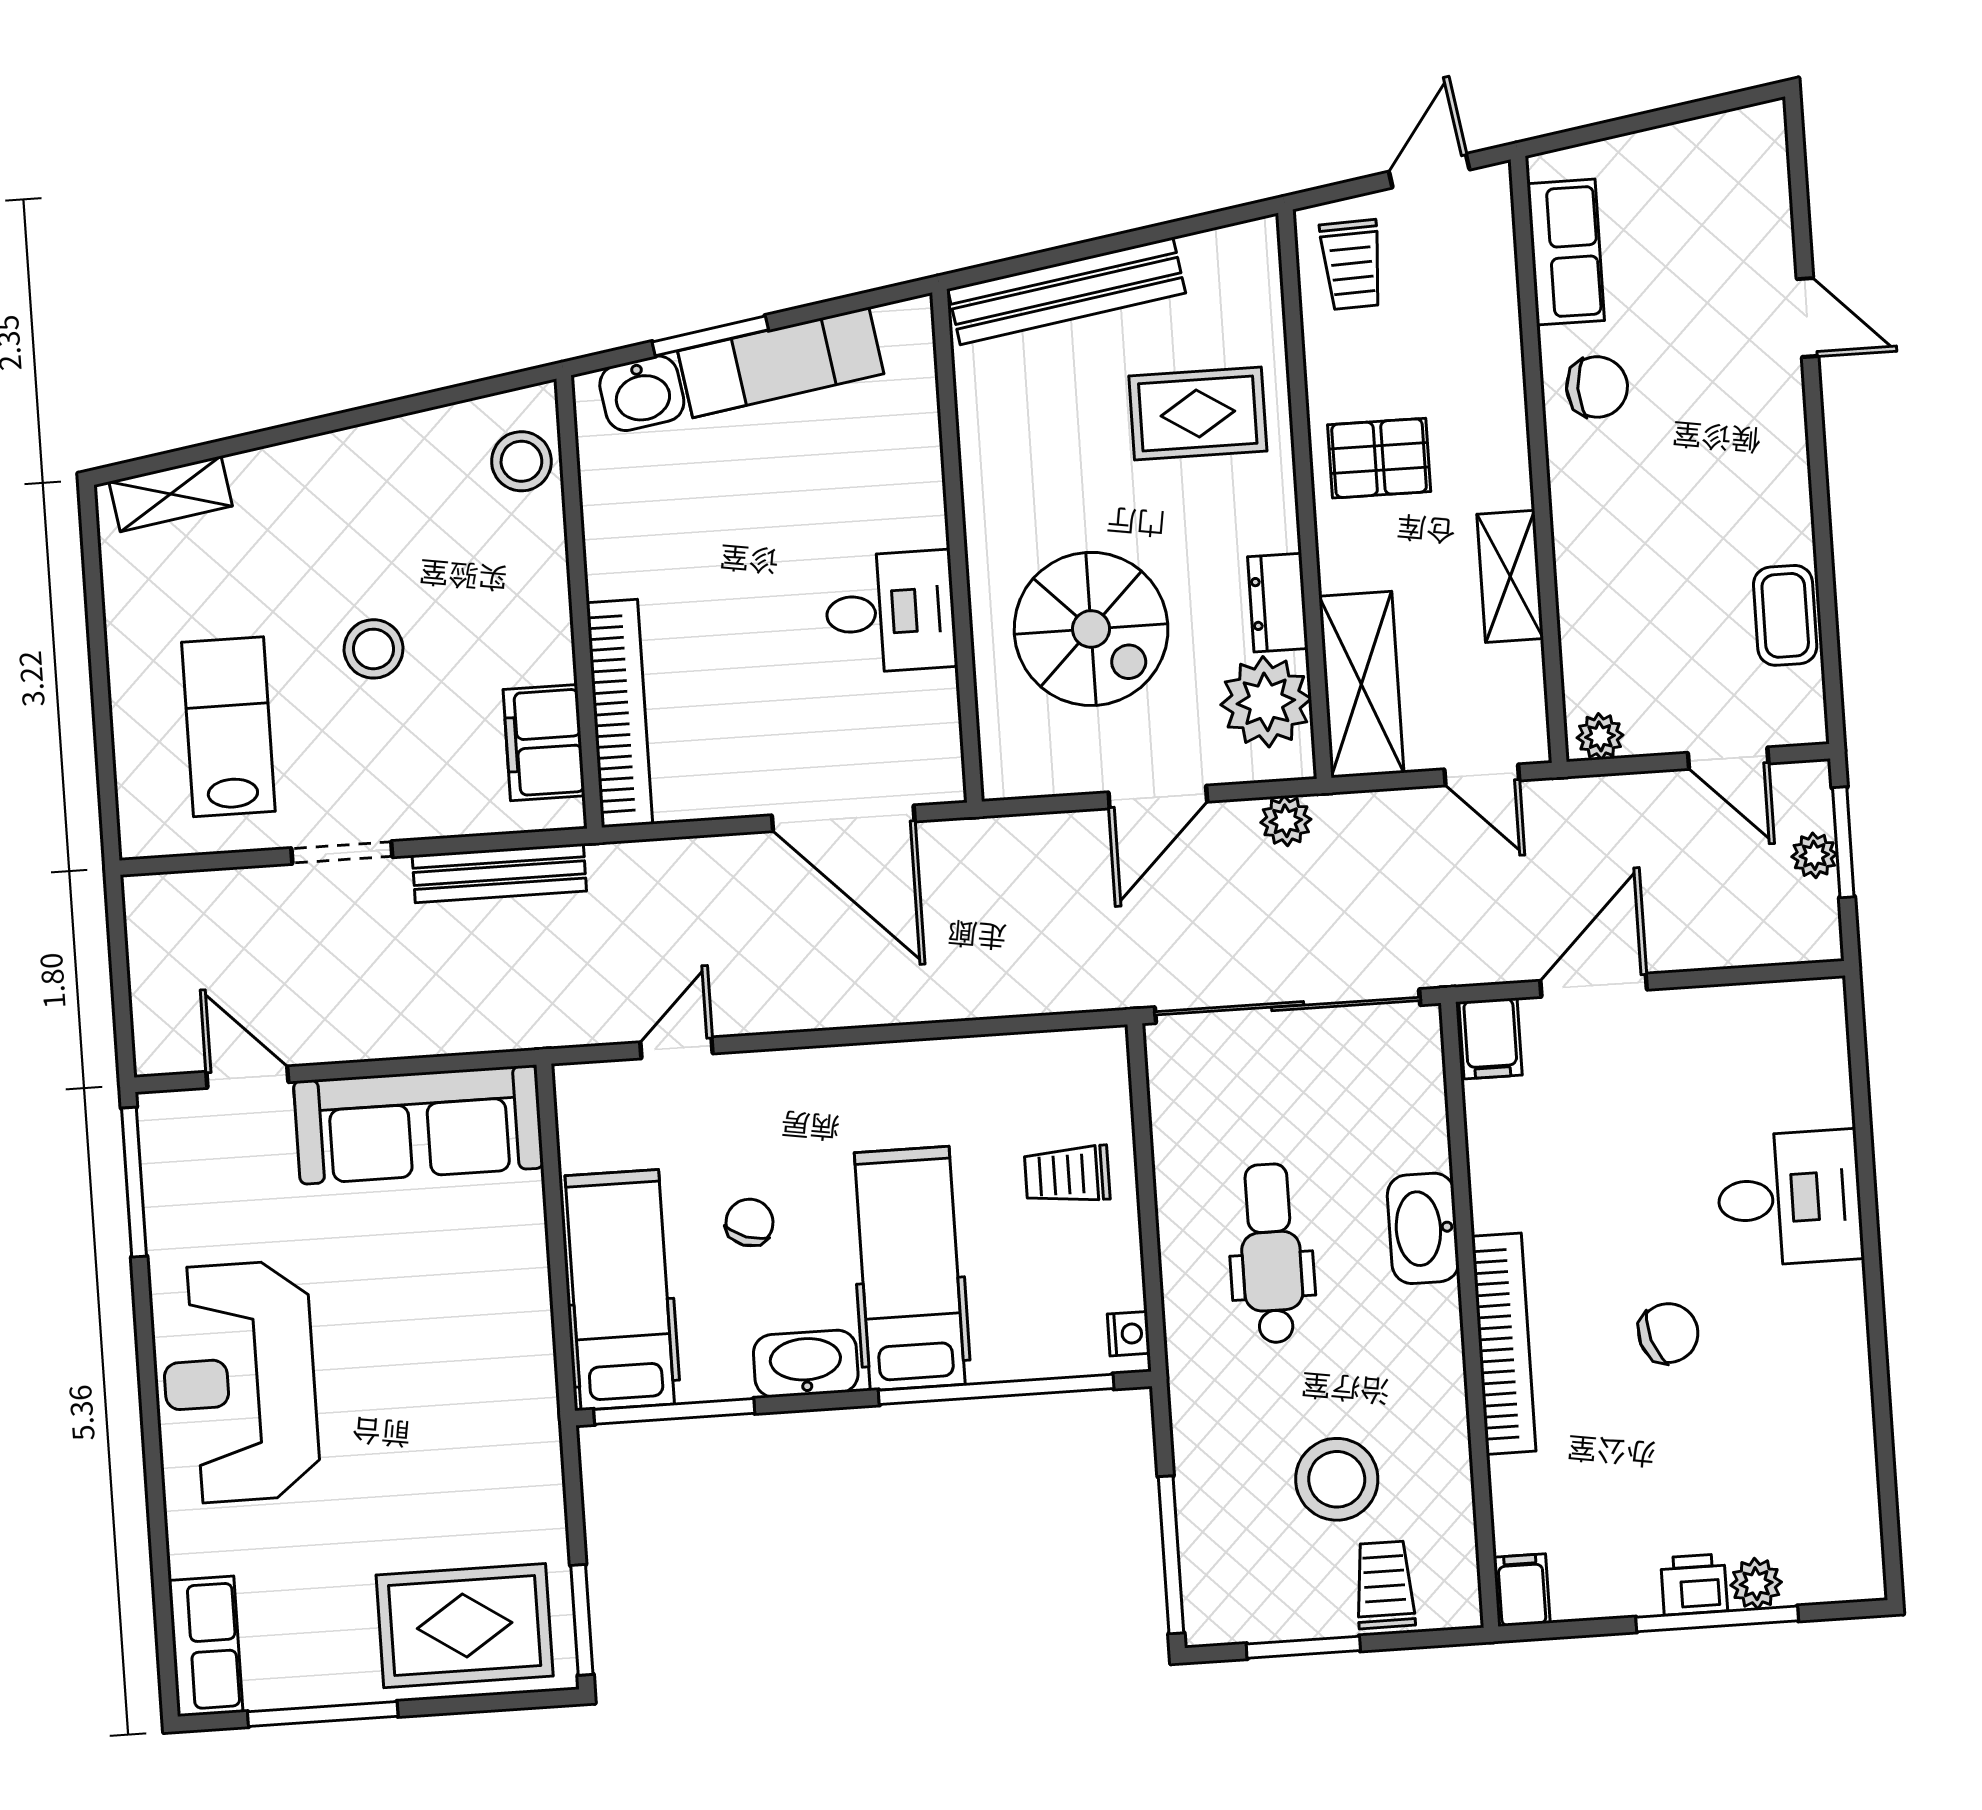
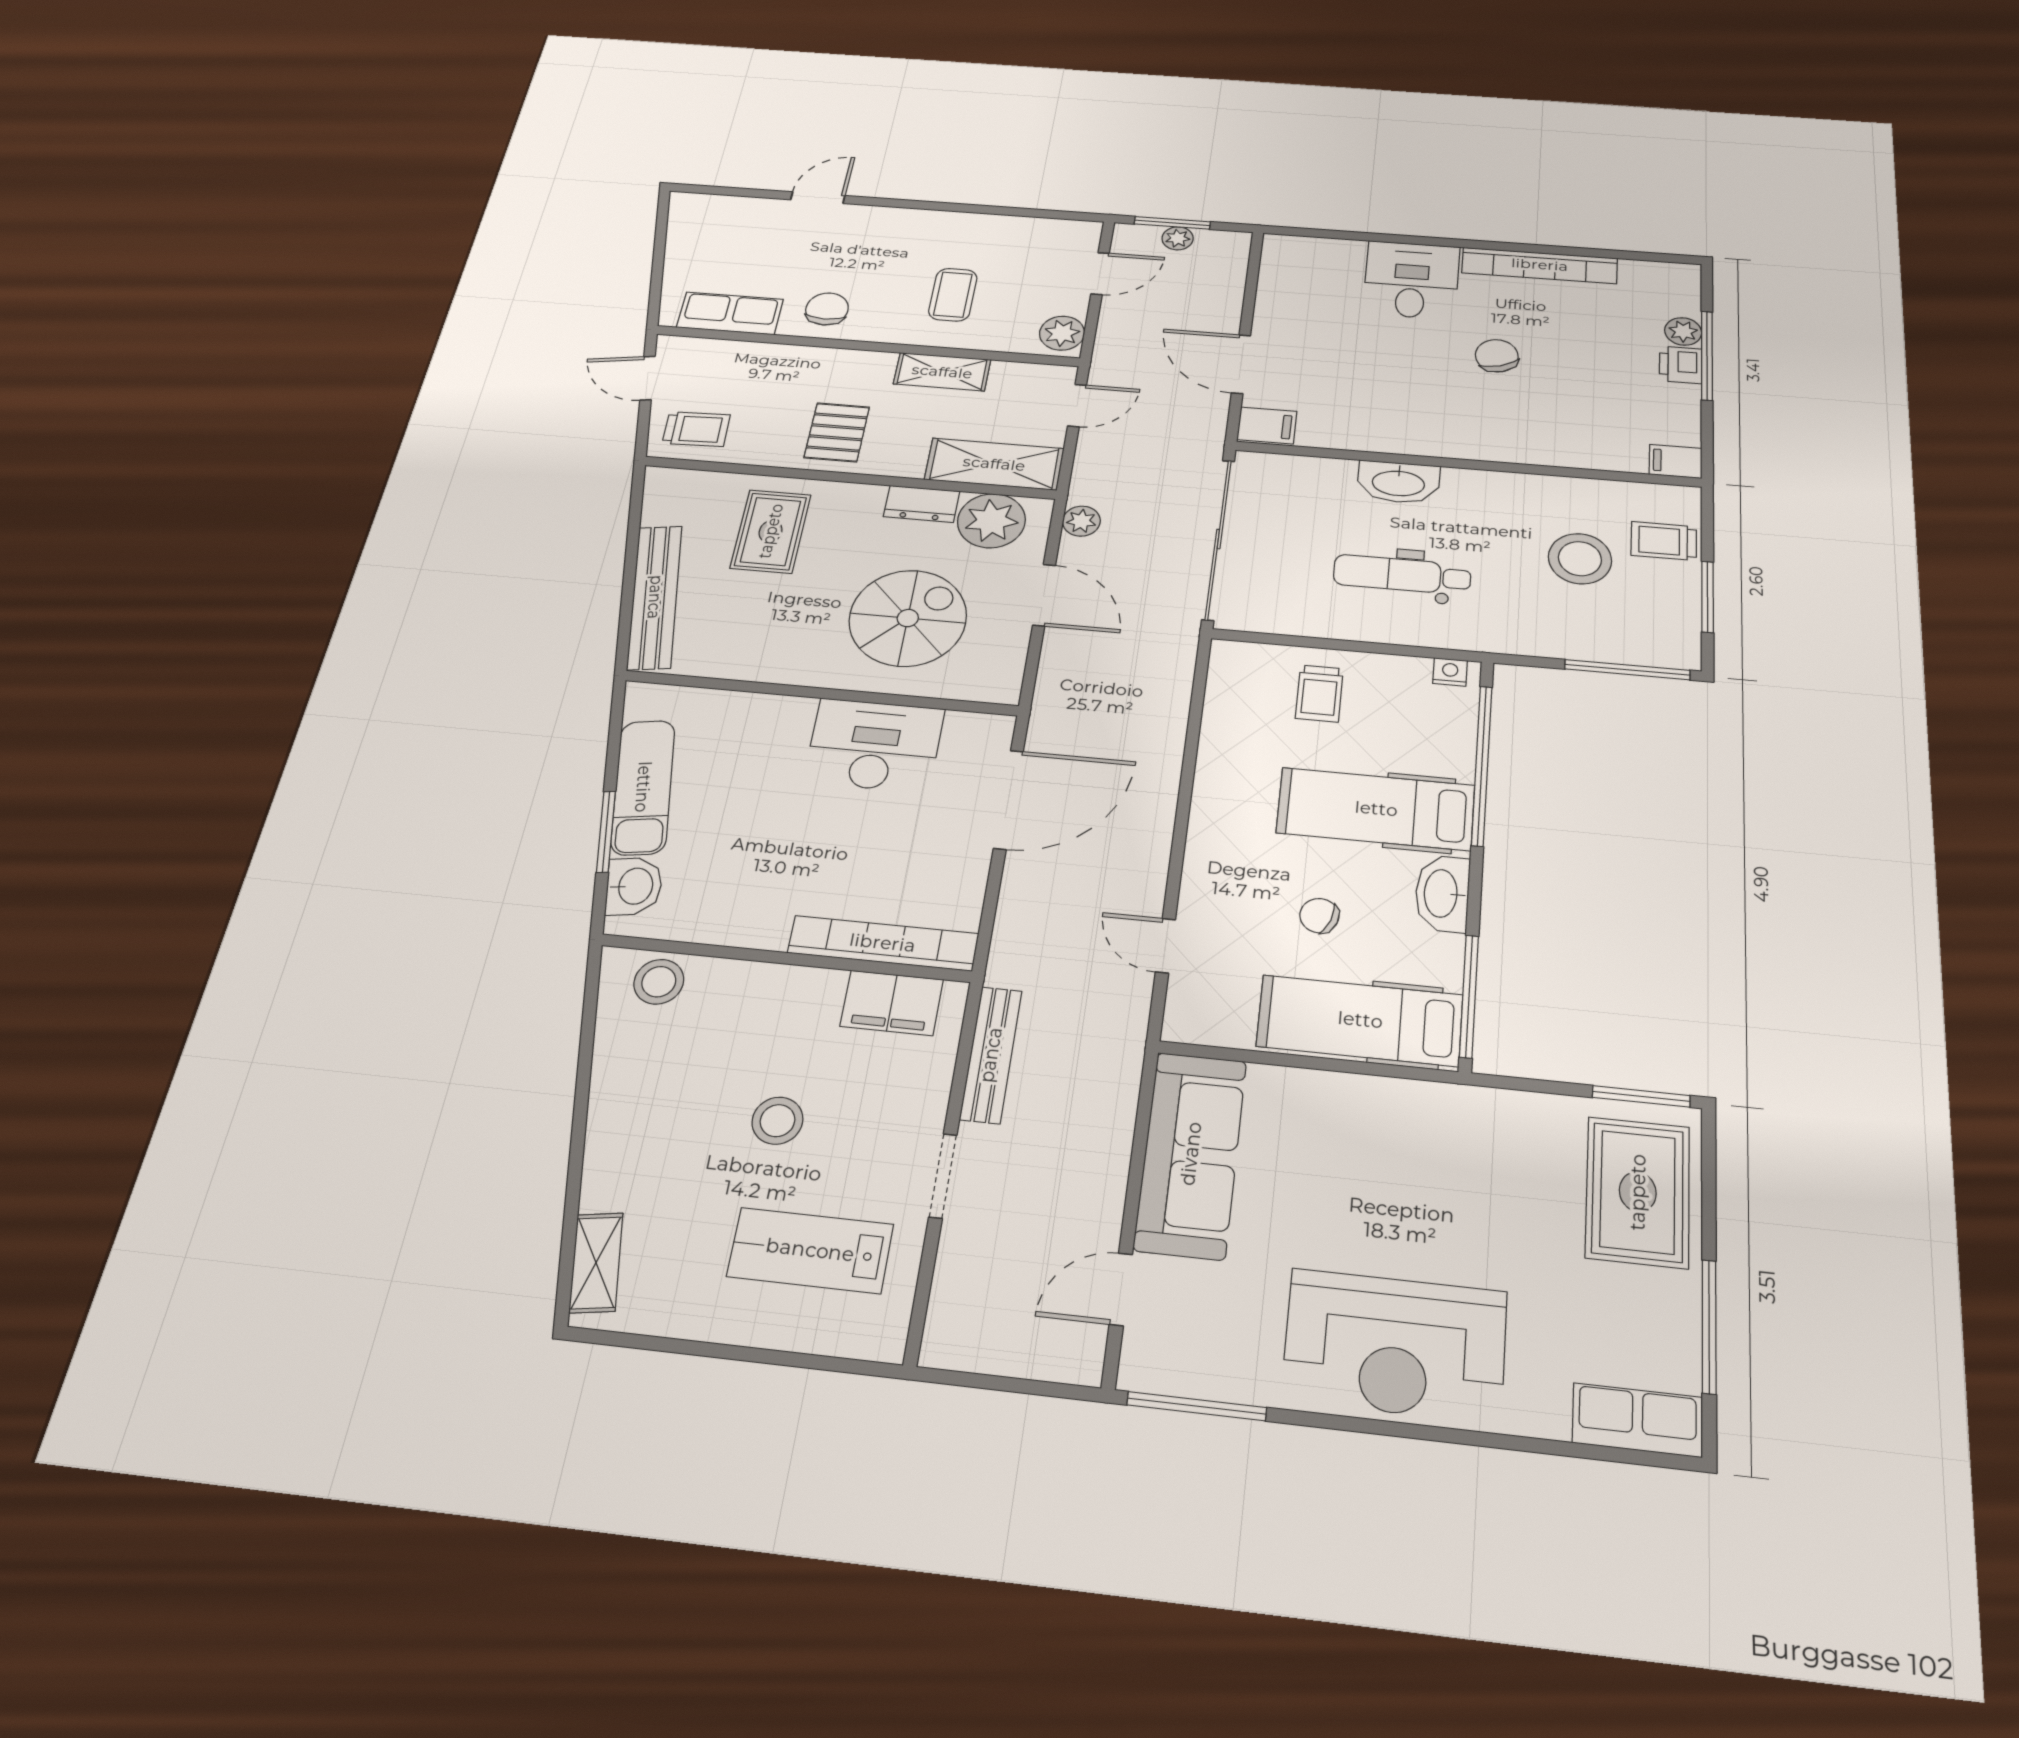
desk: (890, 612) -> (874, 745), width x1.37
coffee table: (1785, 615) -> (953, 295), moved, turned 90
plant: (1600, 736) -> (1062, 333), width x1.38, depth x1.38
bookcase: (1504, 1344) -> (1540, 265), moved, turned 180

